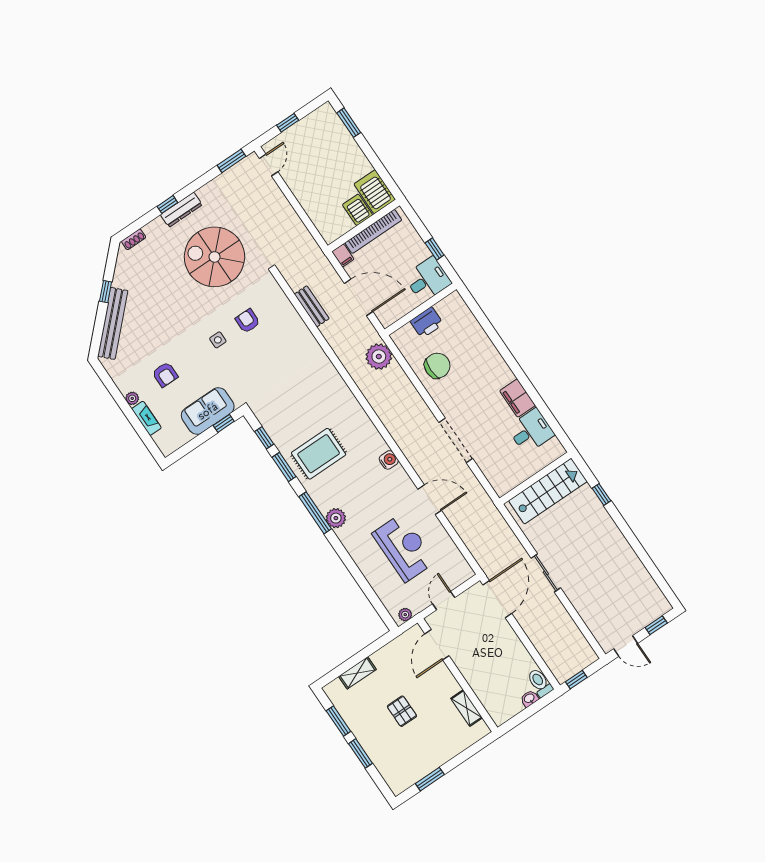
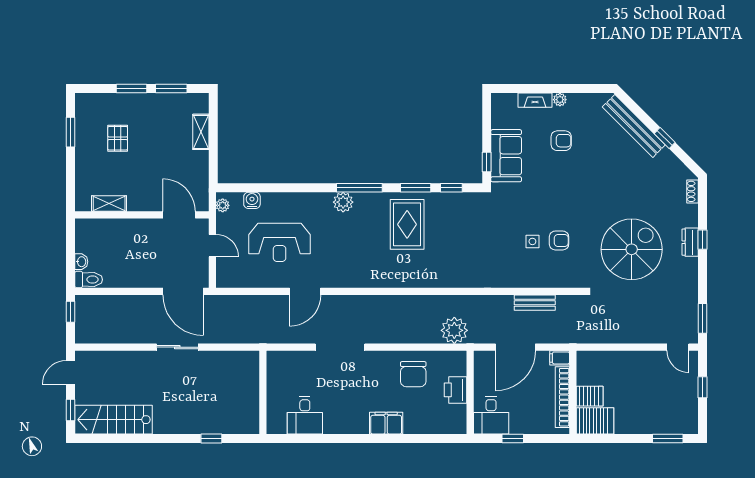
dresser: (181, 210) -> (690, 242), width x0.70
side table: (218, 340) -> (532, 241), moved
armchair: (165, 374) -> (561, 141), turned 180
filing cabinet: (518, 398) -> (386, 423), moved
water cooler: (389, 460) -> (252, 200), moved, turned 180
stairs: (548, 491) -> (113, 420), moved, turned 90
pallet: (402, 711) -> (118, 138), moved, turned 90

